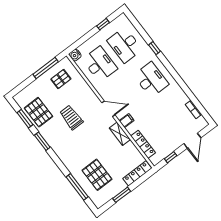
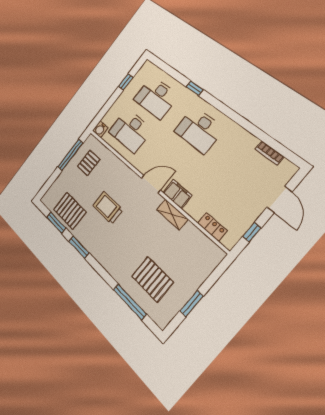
desk: (100, 64) -> (130, 131), turned 180
desk: (151, 80) -> (199, 130), turned 180
filing cabinet: (126, 121) -> (177, 194), width x2.00
locker: (143, 144) -> (212, 227), width x0.66
locker: (137, 173) -> (207, 267), removed

